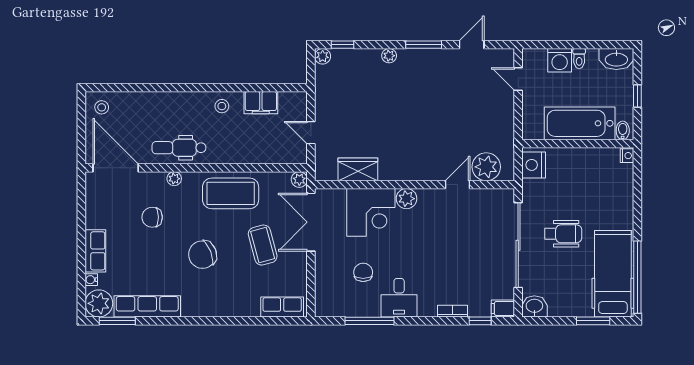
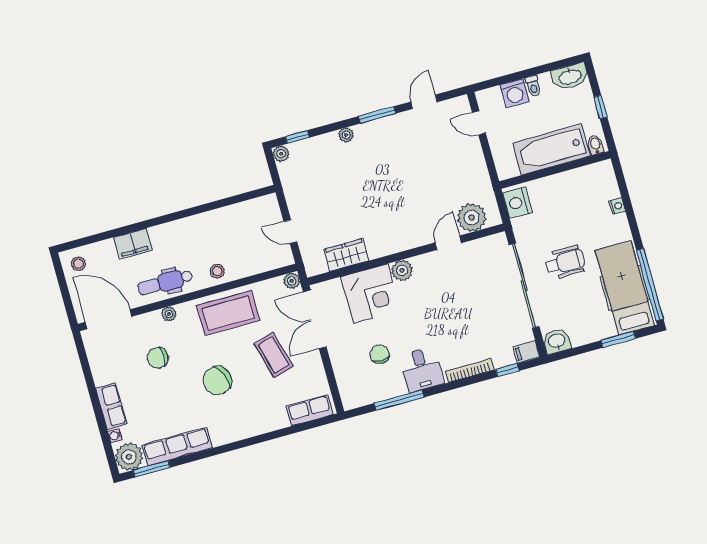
filing cabinet: (261, 103) -> (133, 244), moved
stool: (222, 106) -> (217, 271), moved
nightstand: (627, 156) -> (617, 206), moved
bookcase: (452, 311) -> (469, 370), width x1.56

